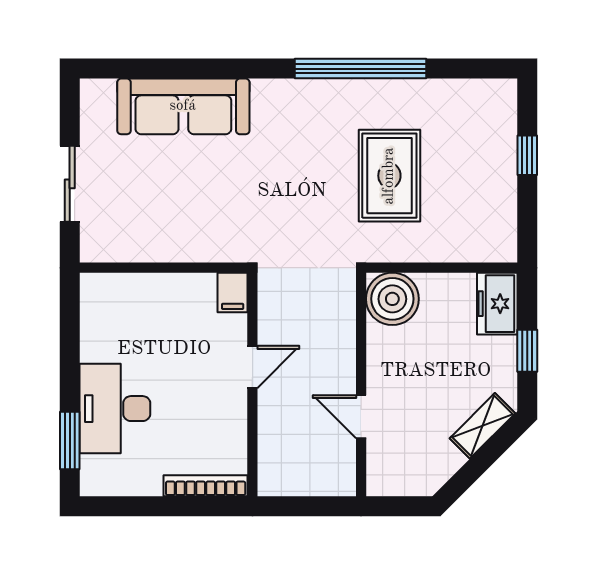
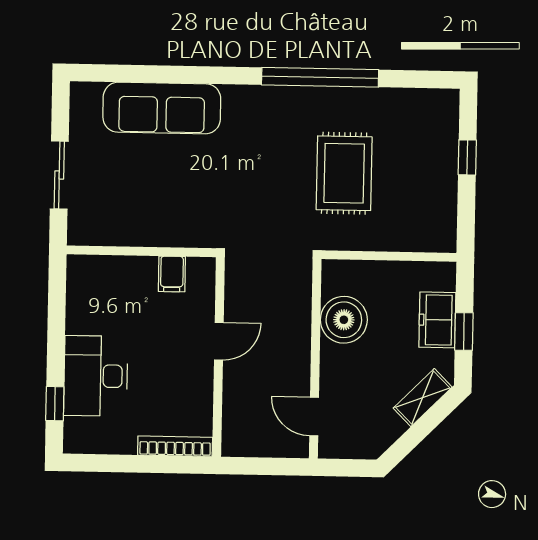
filing cabinet: (233, 292) -> (172, 274), moved
boiler: (392, 299) -> (344, 320), moved
freezer: (497, 304) -> (437, 320), moved
door: (361, 417) -> (314, 416), moved
window: (70, 441) -> (55, 404), width x0.67

